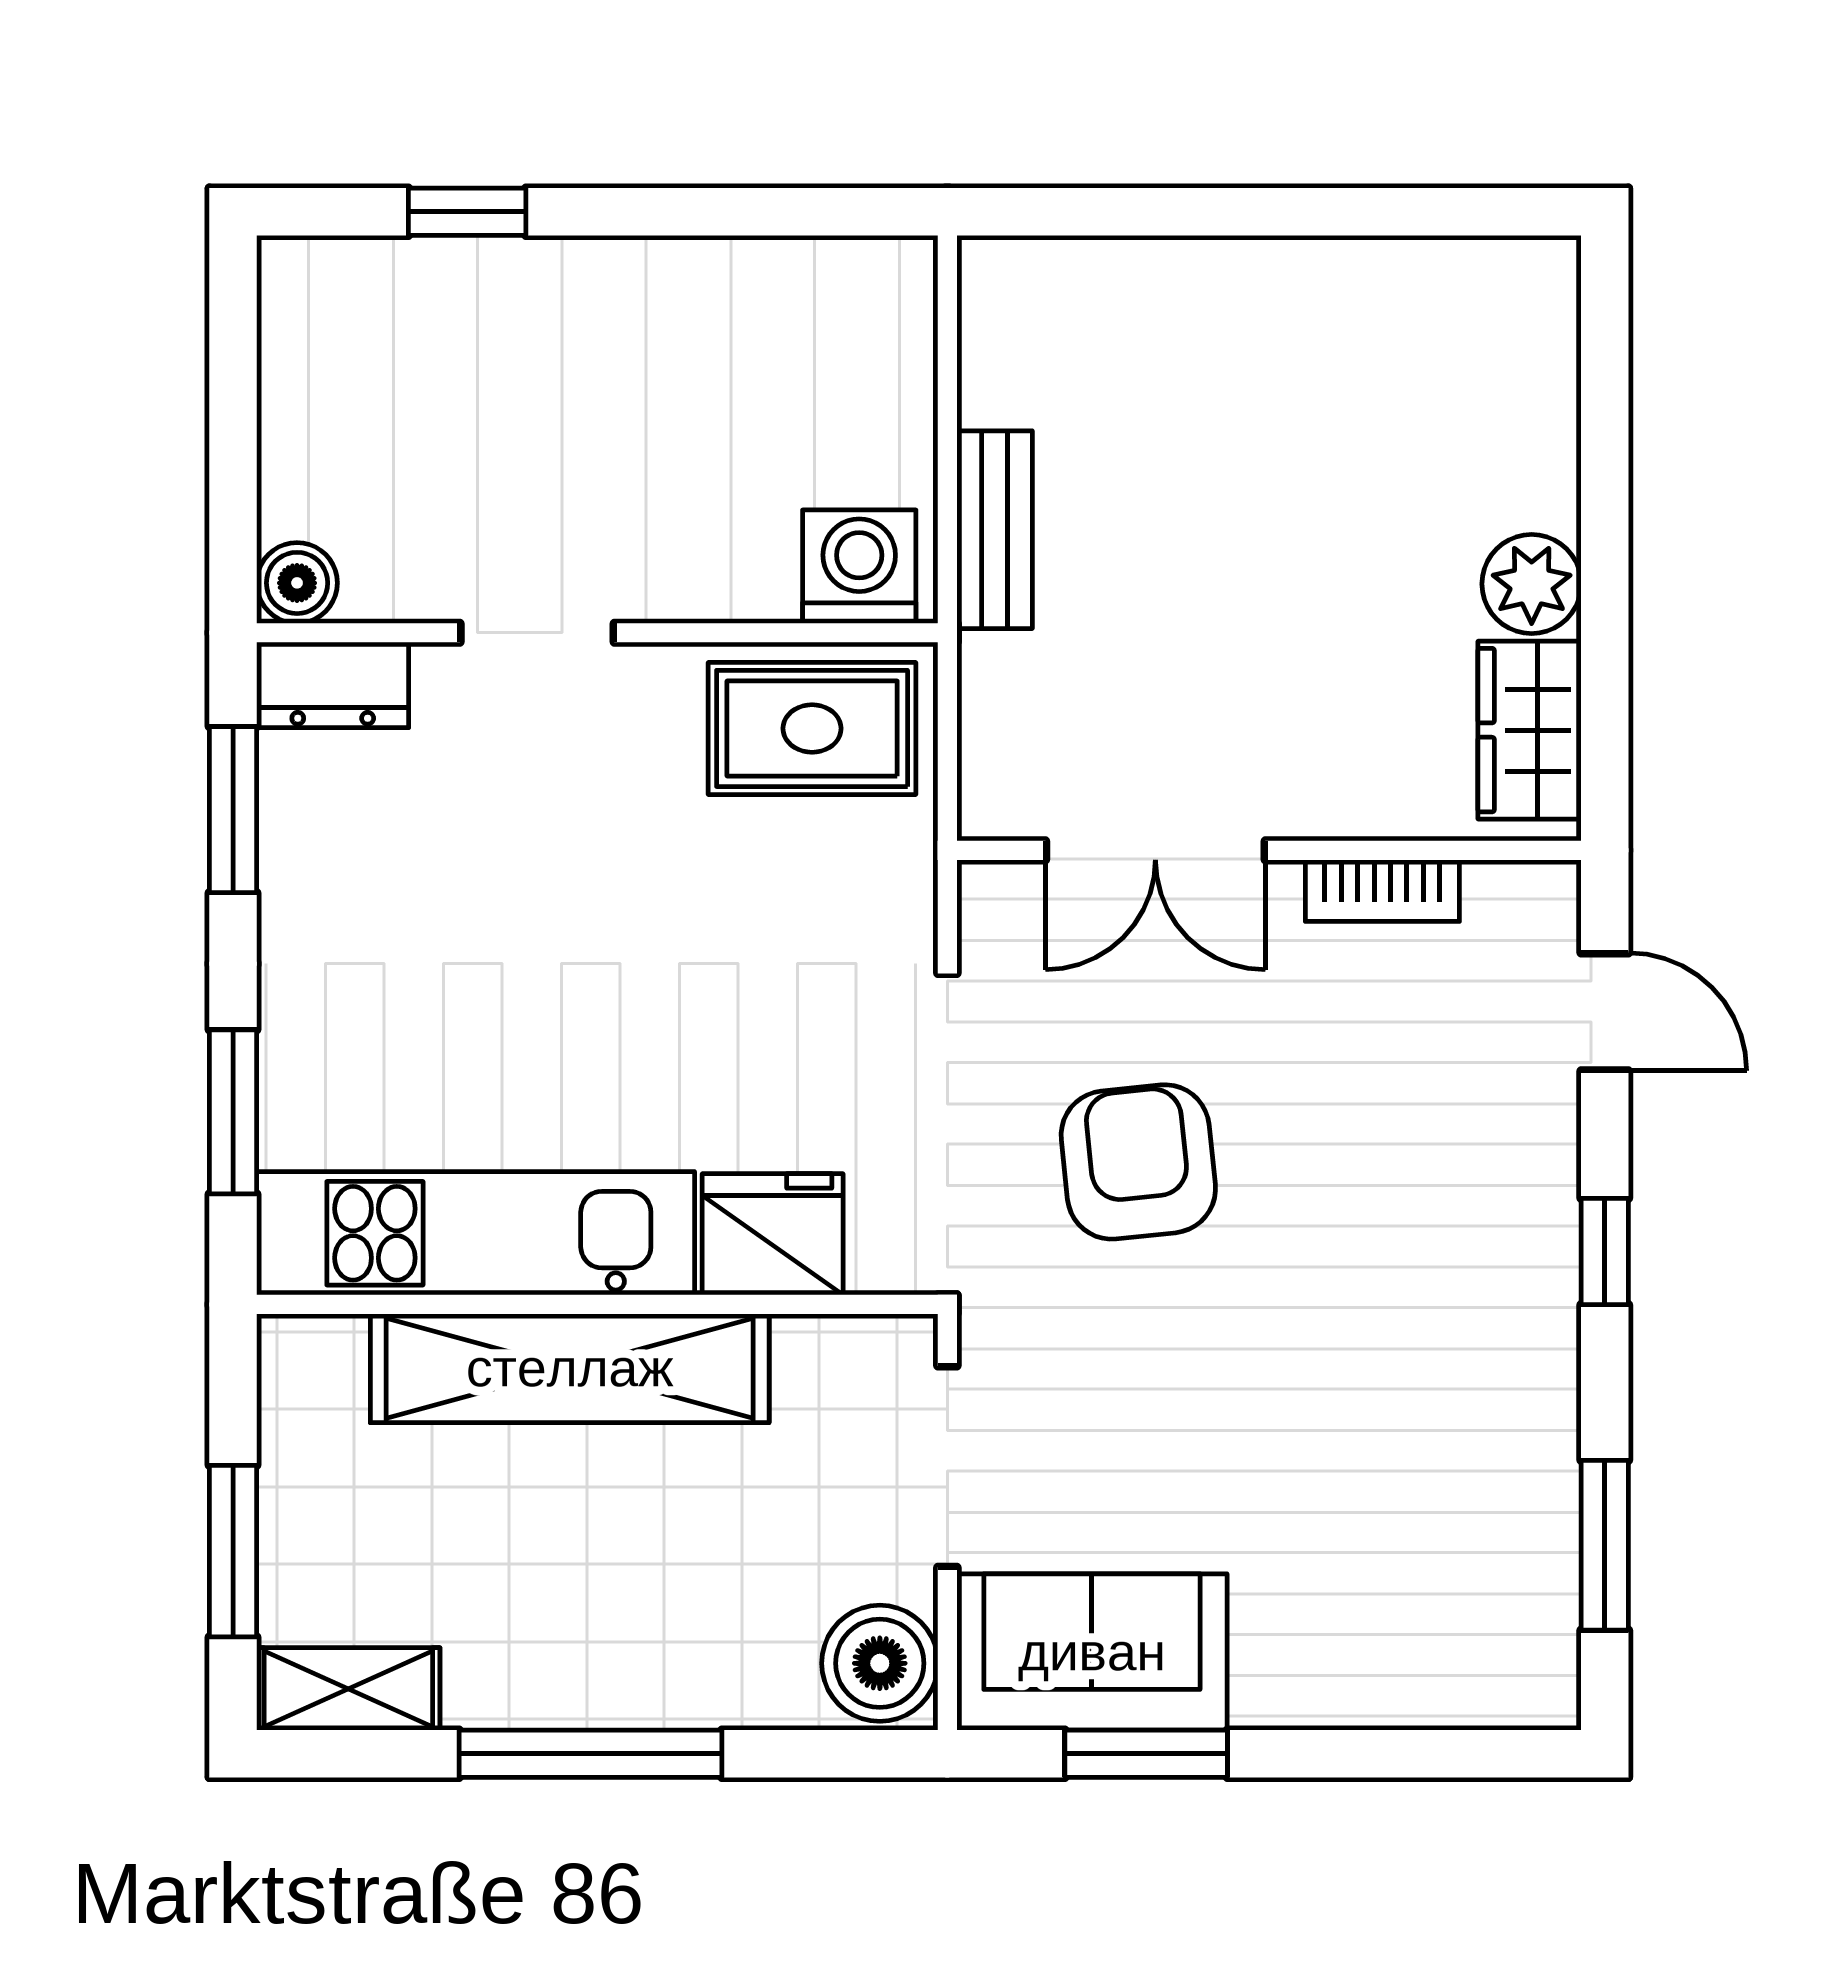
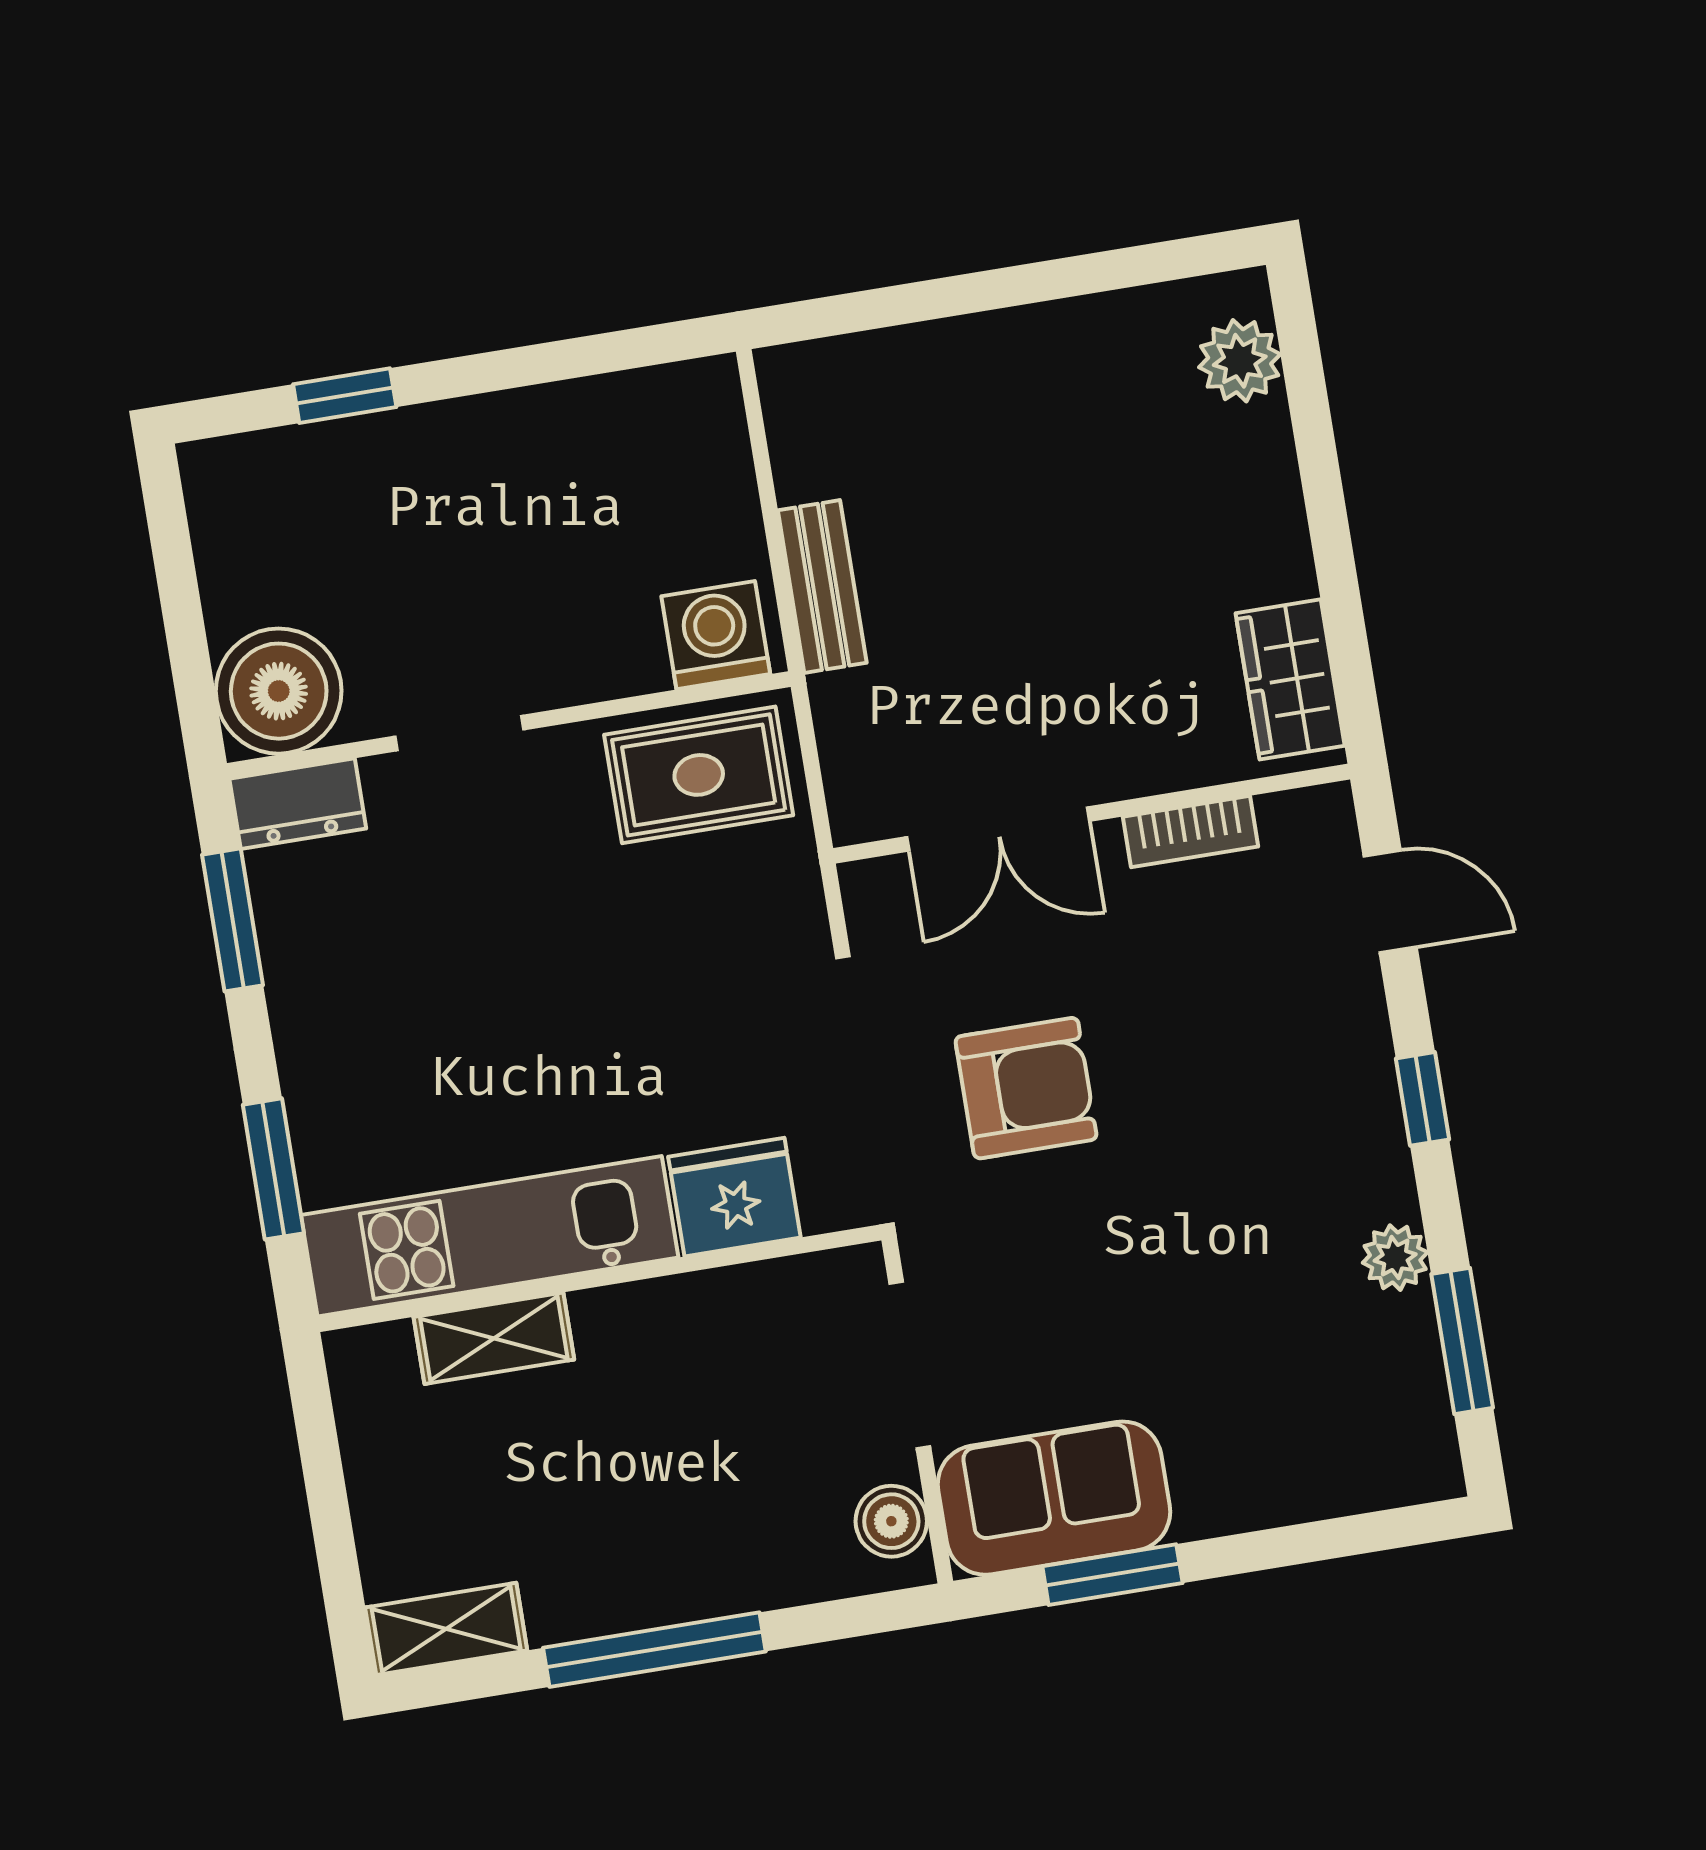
boiler: (297, 583) -> (279, 691), width x1.86, depth x1.86
plant: (1532, 584) -> (1240, 361), moved
armchair: (1138, 1162) -> (1026, 1088), turned 96
shelving: (570, 1368) -> (494, 1338), width x0.45, depth x0.75
plant: (1542, 1434) -> (1395, 1258), added
window: (233, 1551) -> (333, 1531), removed
boiler: (880, 1663) -> (891, 1521), width x0.73, depth x0.73

